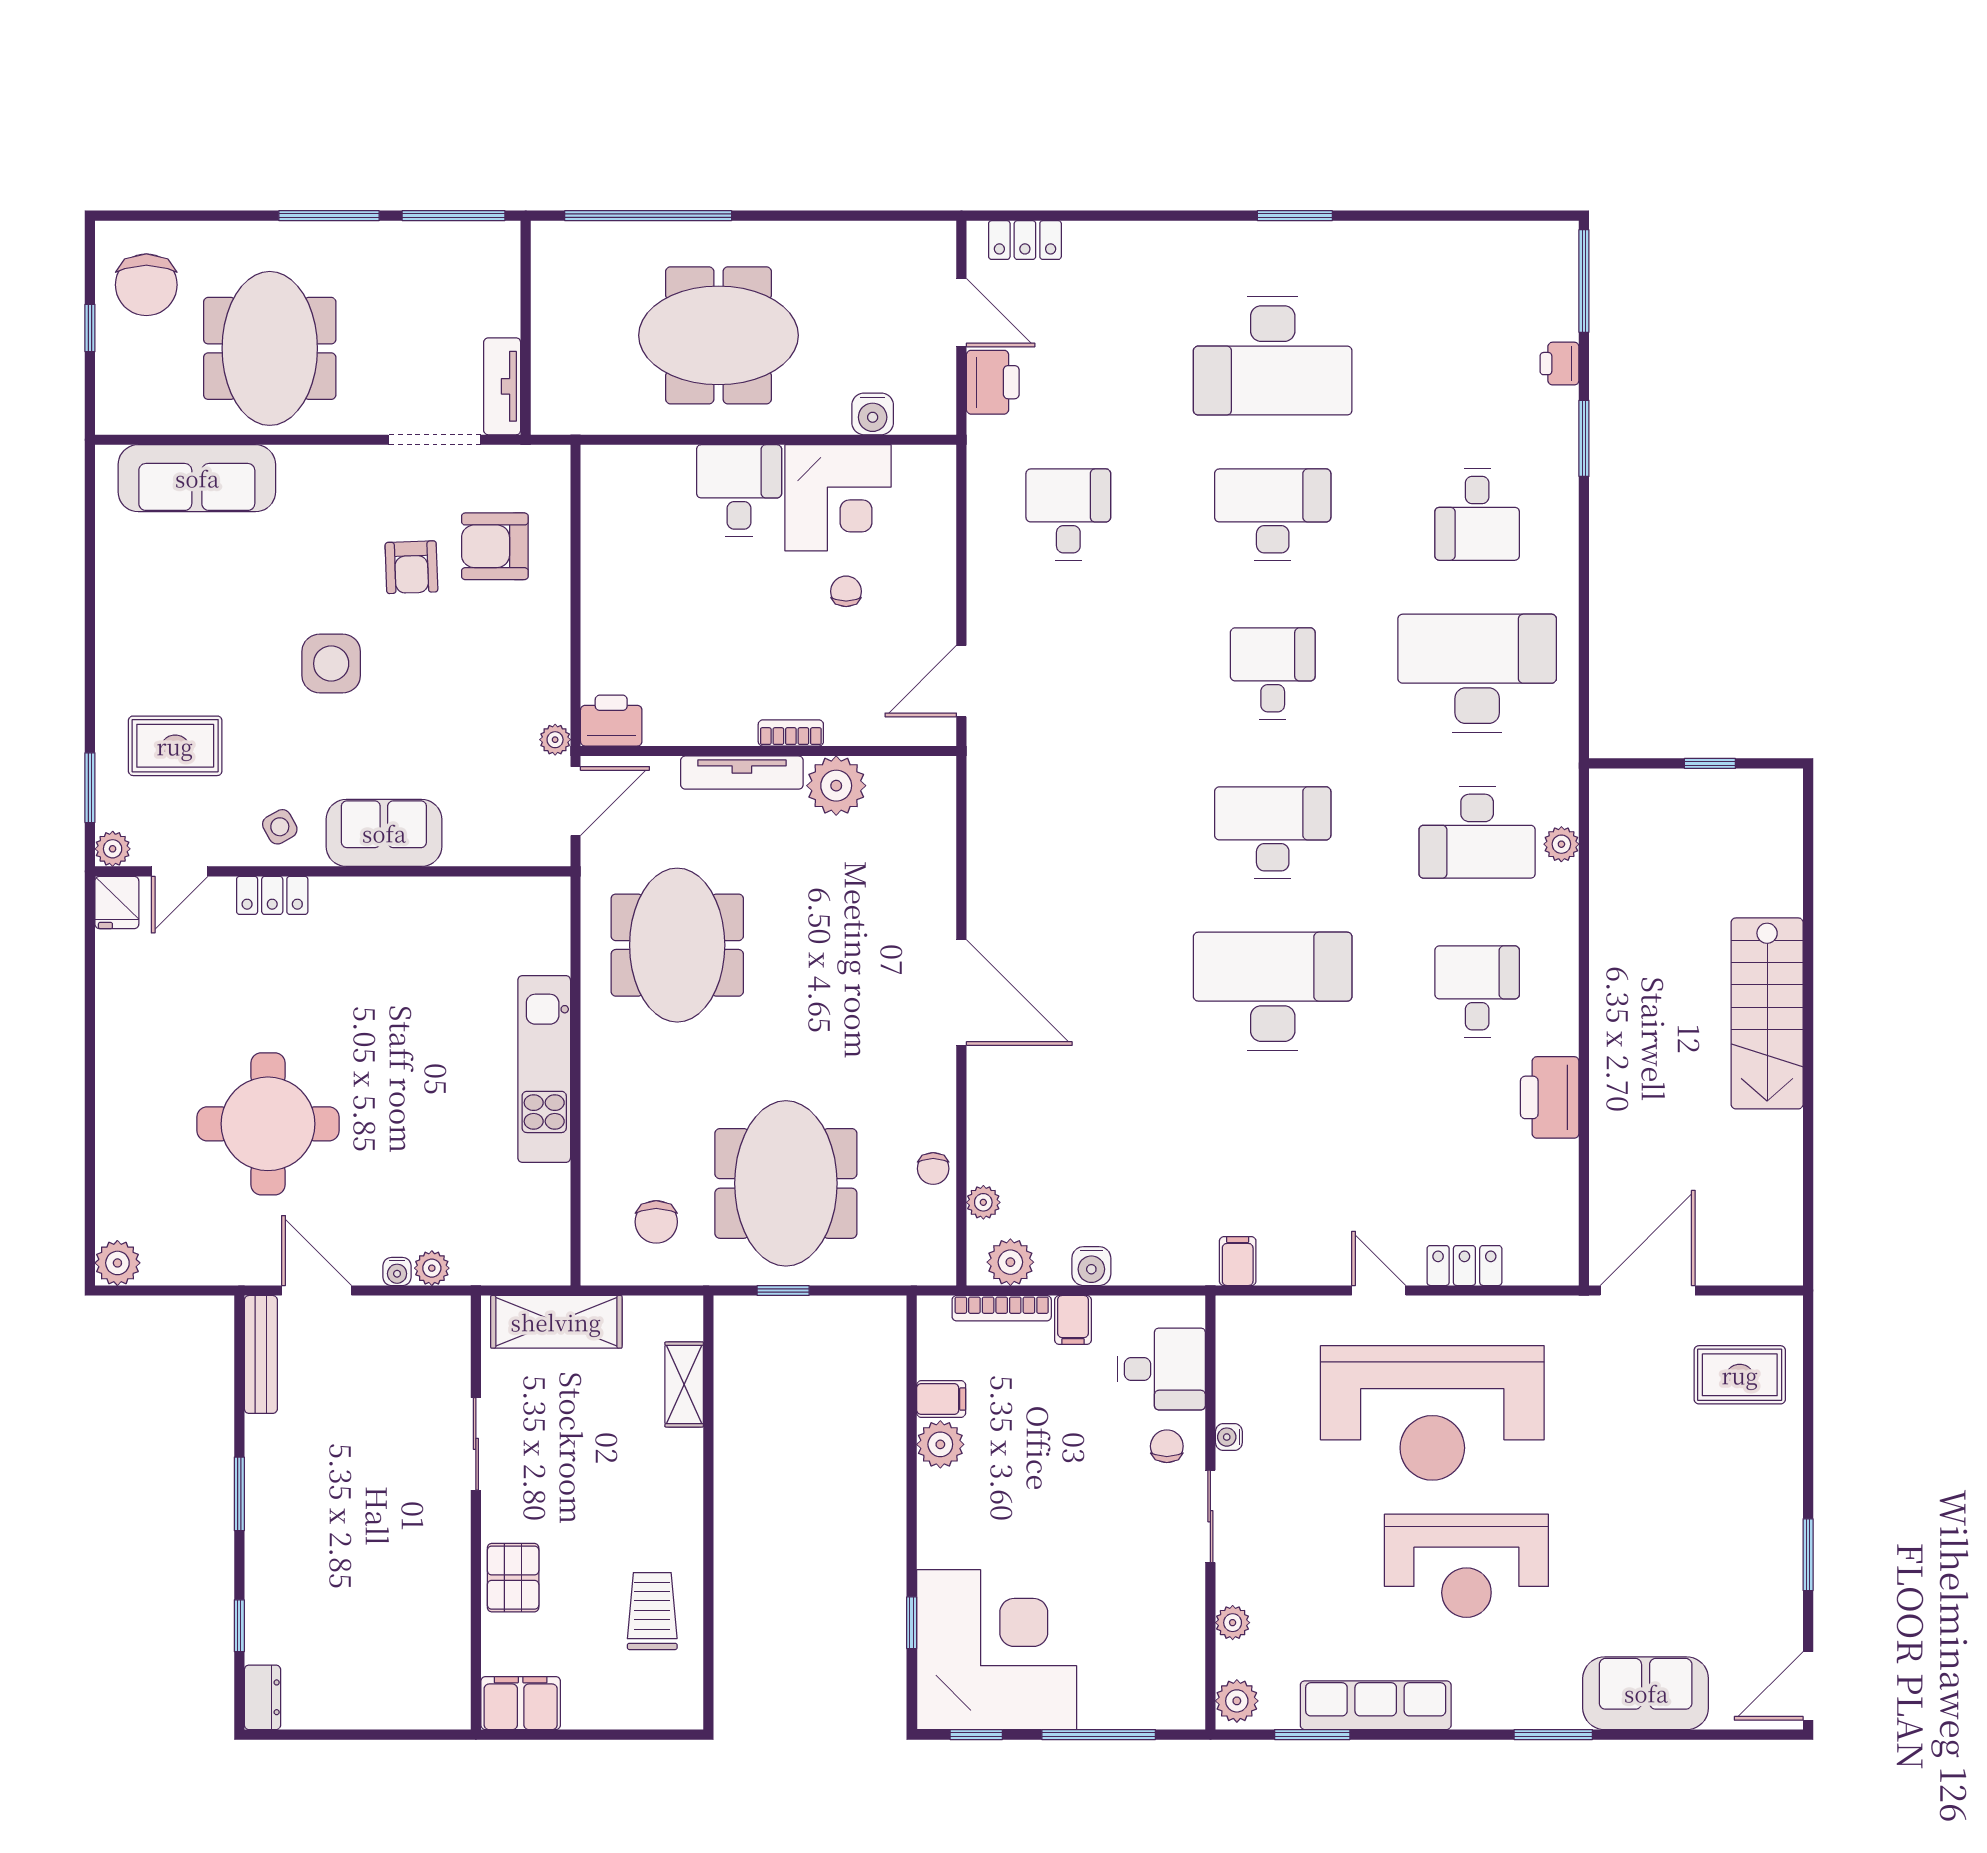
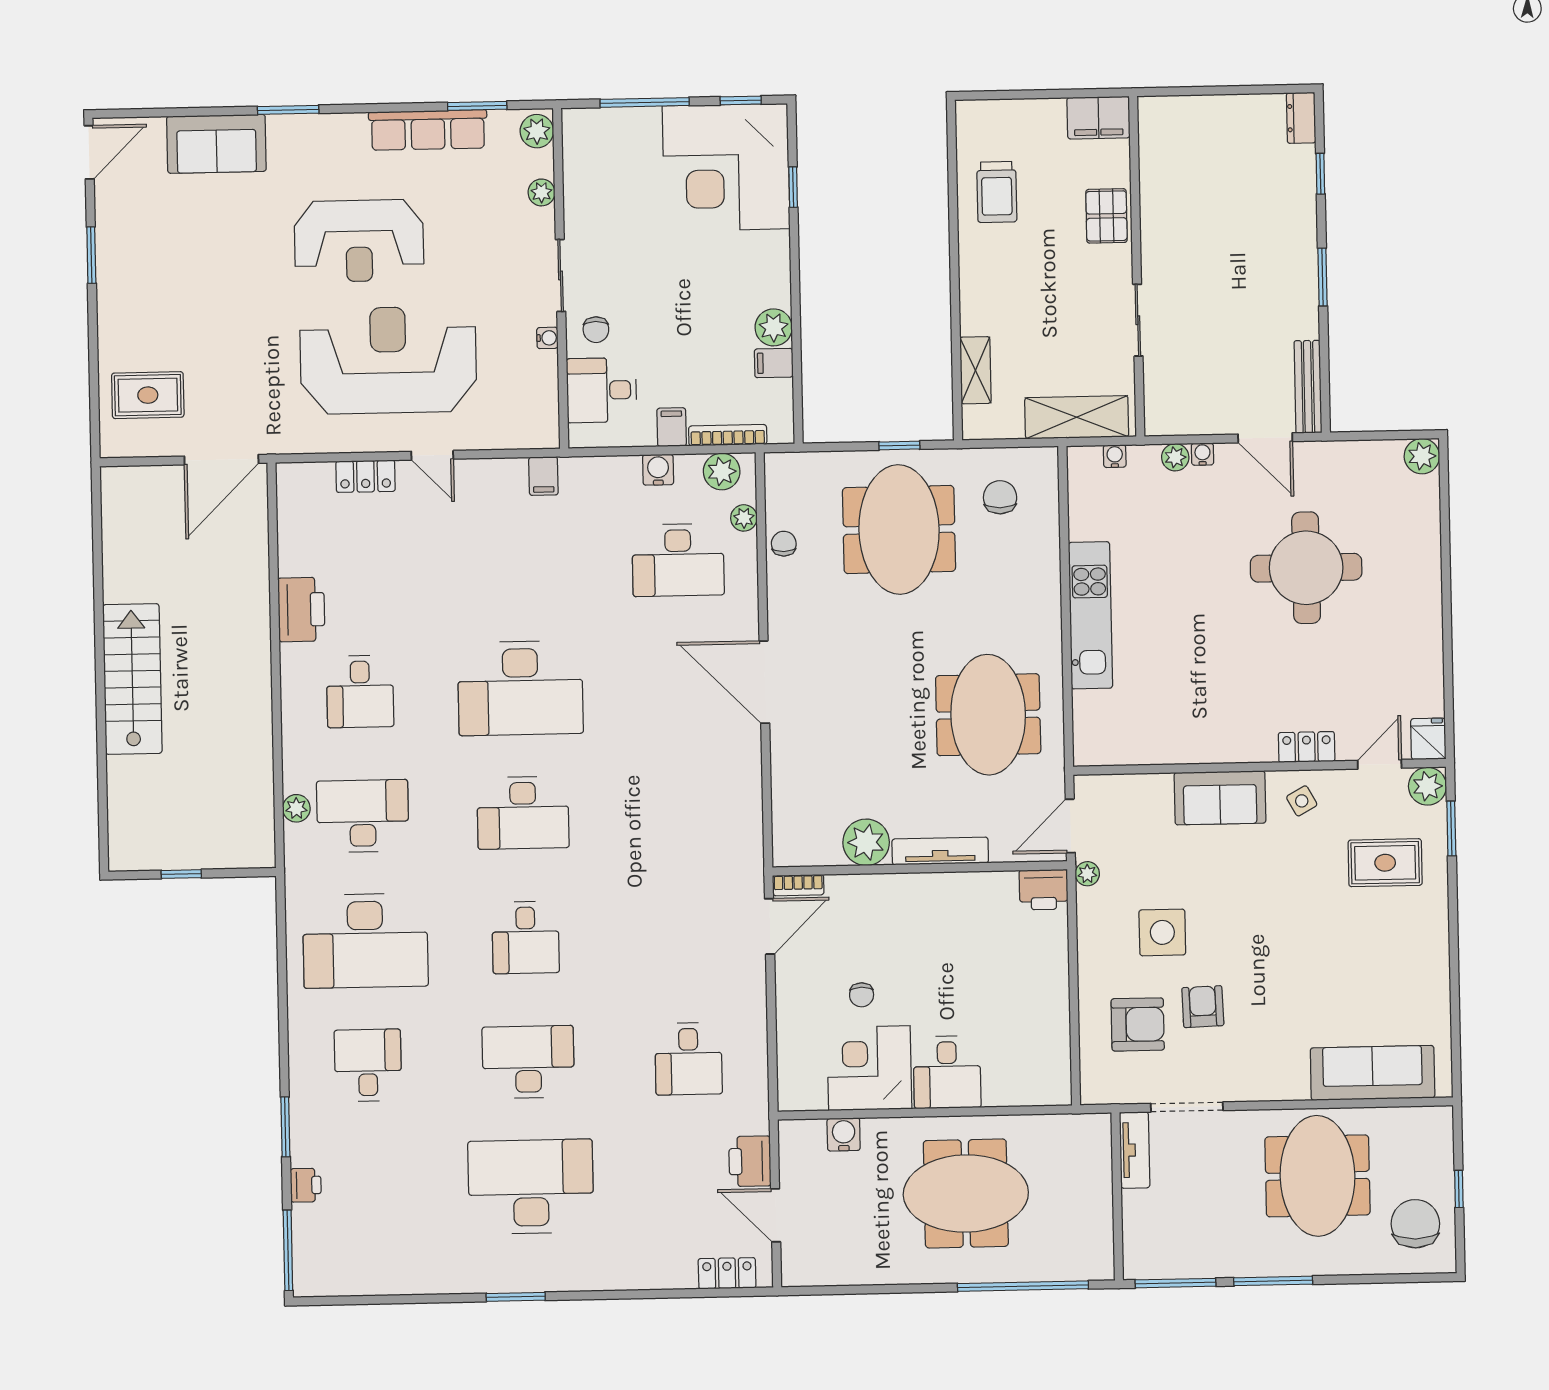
desk: (1273, 515) -> (528, 1062), turned 180
side table: (331, 664) -> (1162, 932), moved
bookcase: (791, 733) -> (798, 885), moved
plant: (113, 849) -> (1427, 786), width x1.38, depth x1.38
desk: (1068, 1151) -> (678, 560), added
water cooler: (509, 1271) -> (1115, 456), added
reception desk: (1466, 1566) -> (359, 241), turned 180

